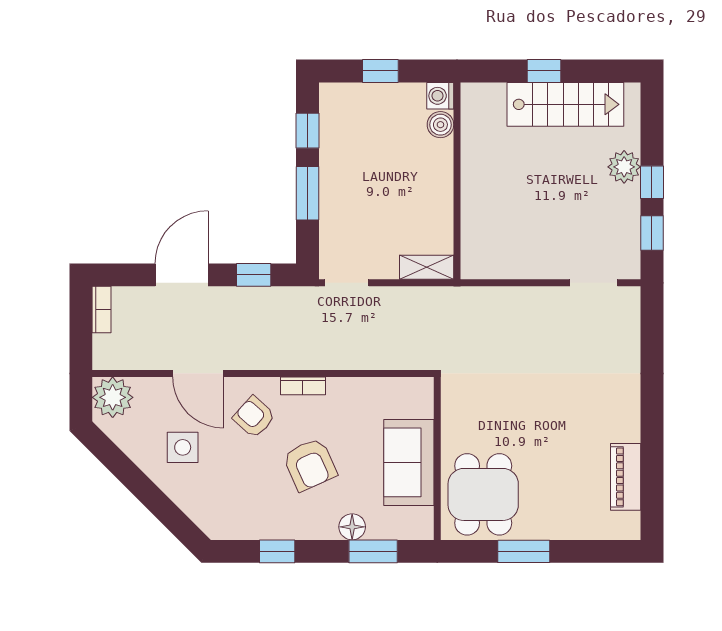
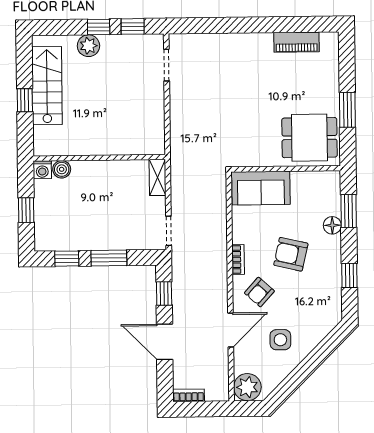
sofa: (409, 462) -> (261, 188), moved
armchair: (310, 465) -> (291, 254), turned -143

